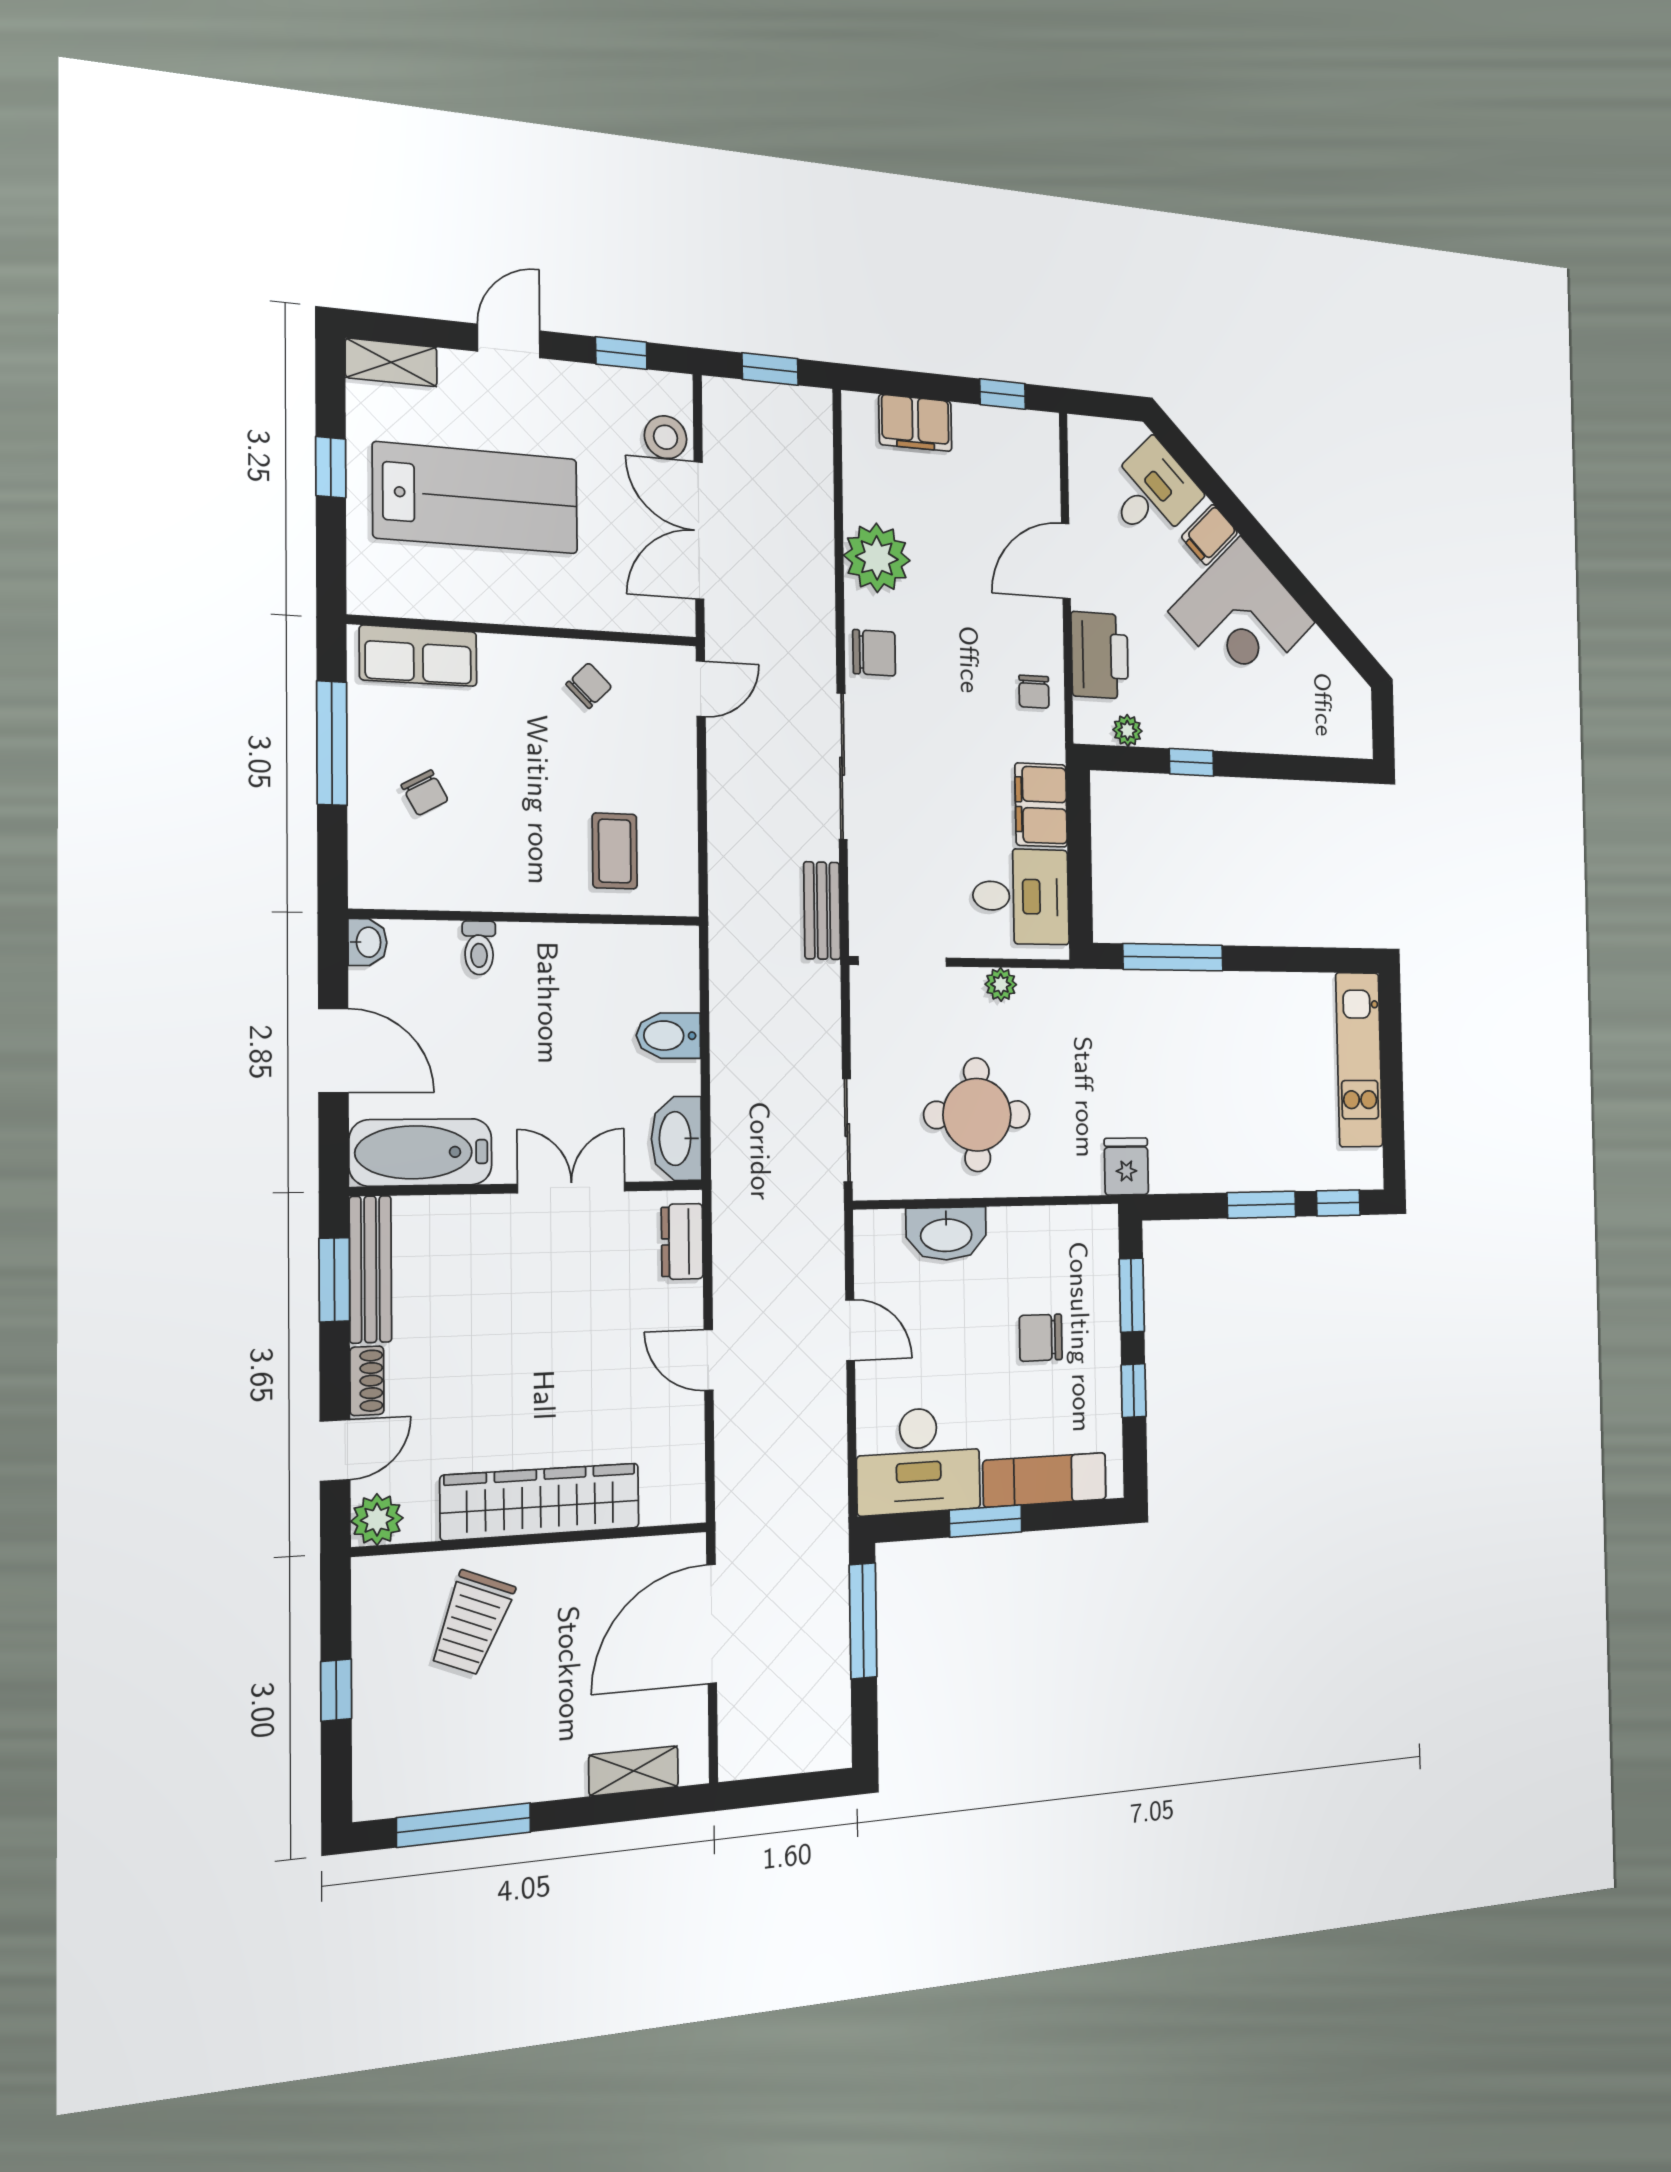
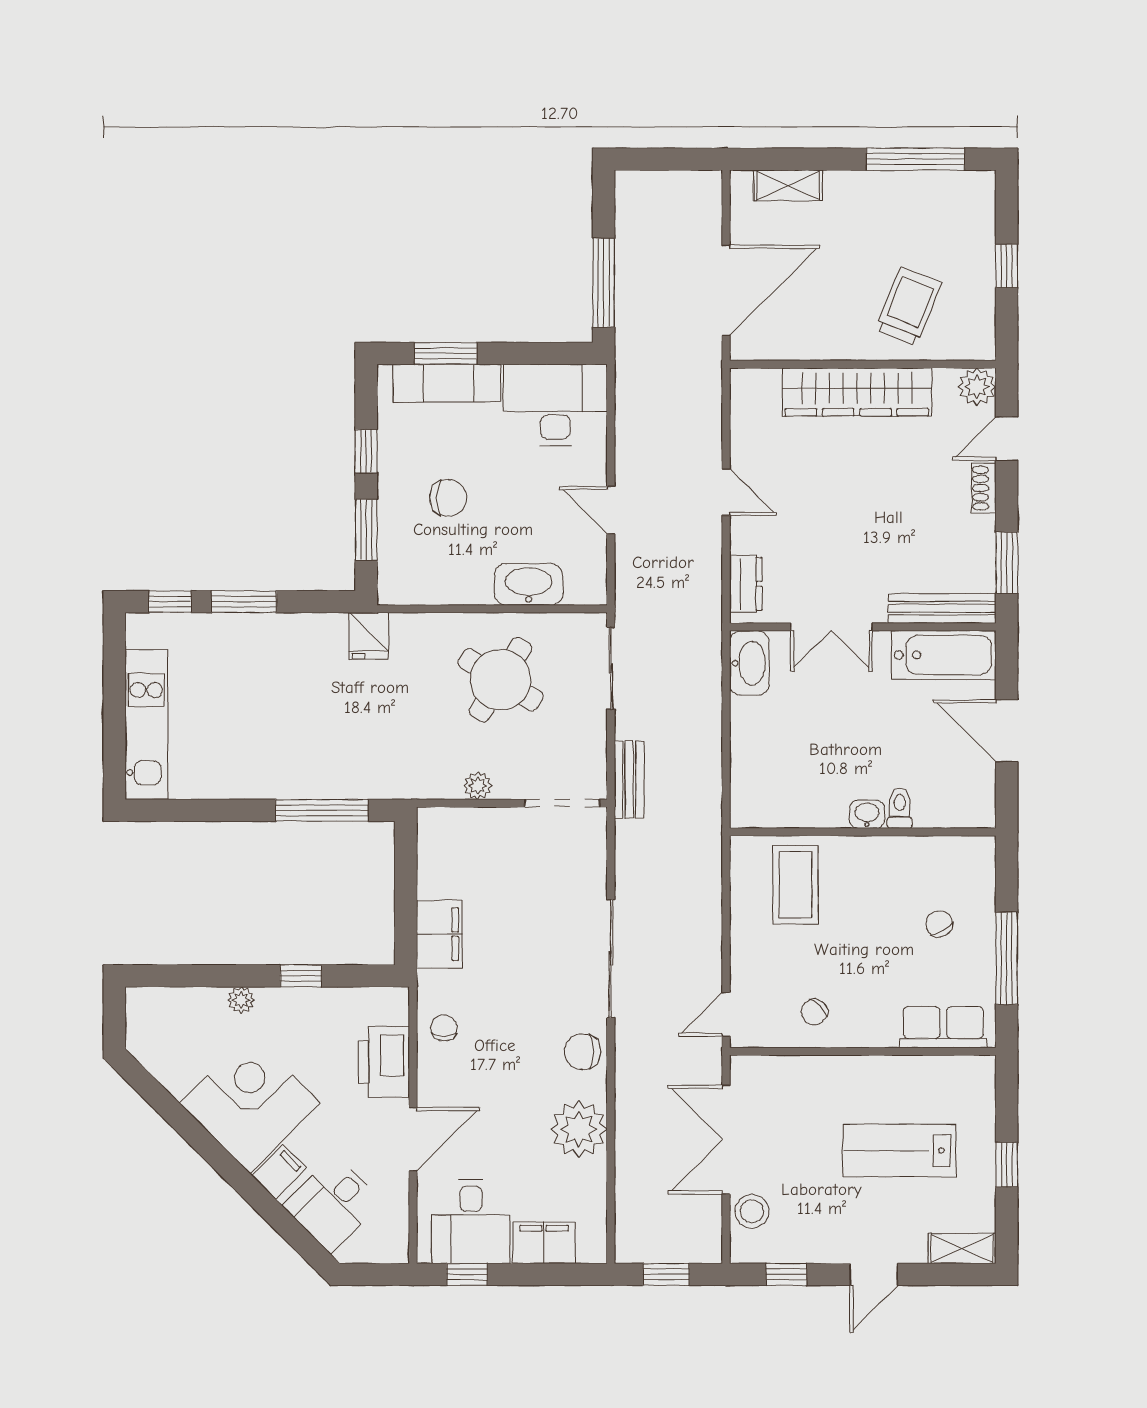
lab bench: (476, 498) -> (900, 1151), width x0.73, depth x0.72
double door: (699, 530) -> (726, 1140), swing flipped
plant: (1127, 730) -> (241, 1000), moved
coffee table: (615, 851) -> (795, 885), width x1.36, depth x1.30
desk: (1021, 896) -> (471, 1222), moved, turned -90
bench: (822, 911) -> (629, 779), moved
washbasin: (367, 942) -> (867, 814), moved, turned 90
bidet: (668, 1036) -> (755, 743), removed
round table: (977, 1115) -> (500, 680), turned 32
bench: (370, 1269) -> (942, 608), moved, turned 90
window: (986, 1521) -> (446, 353), moved

